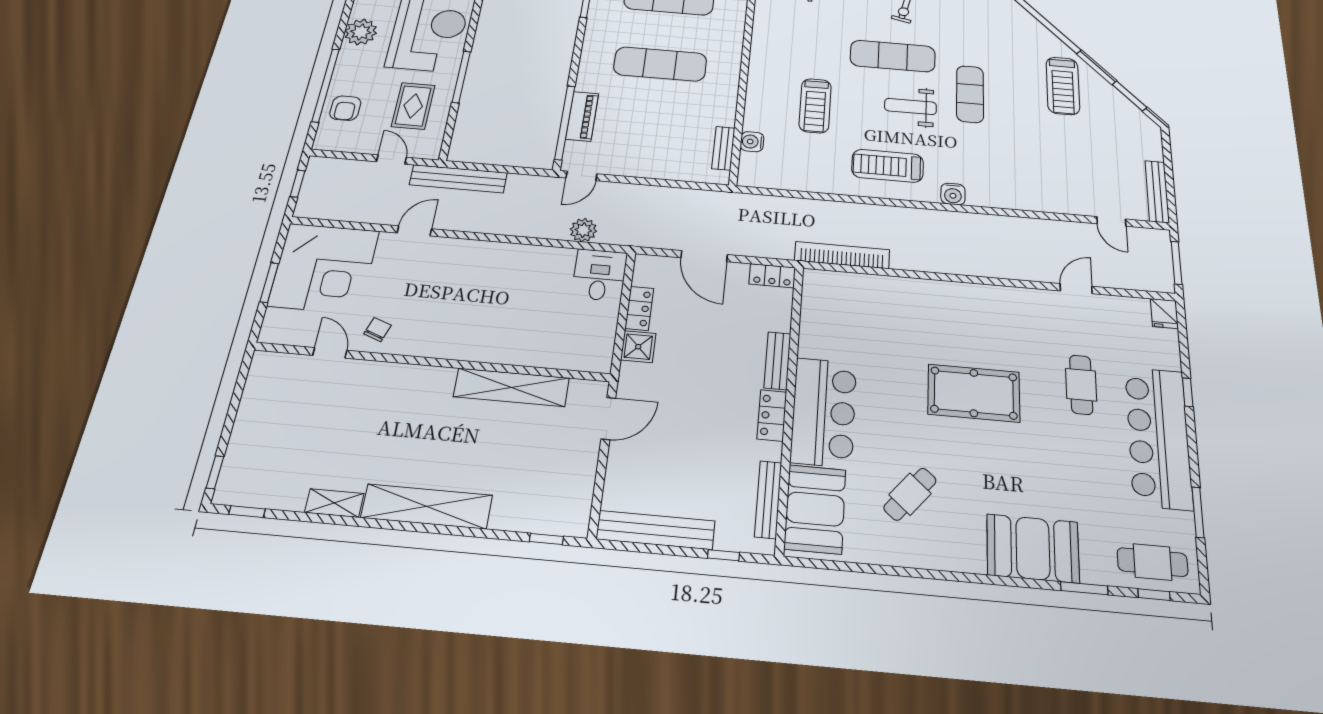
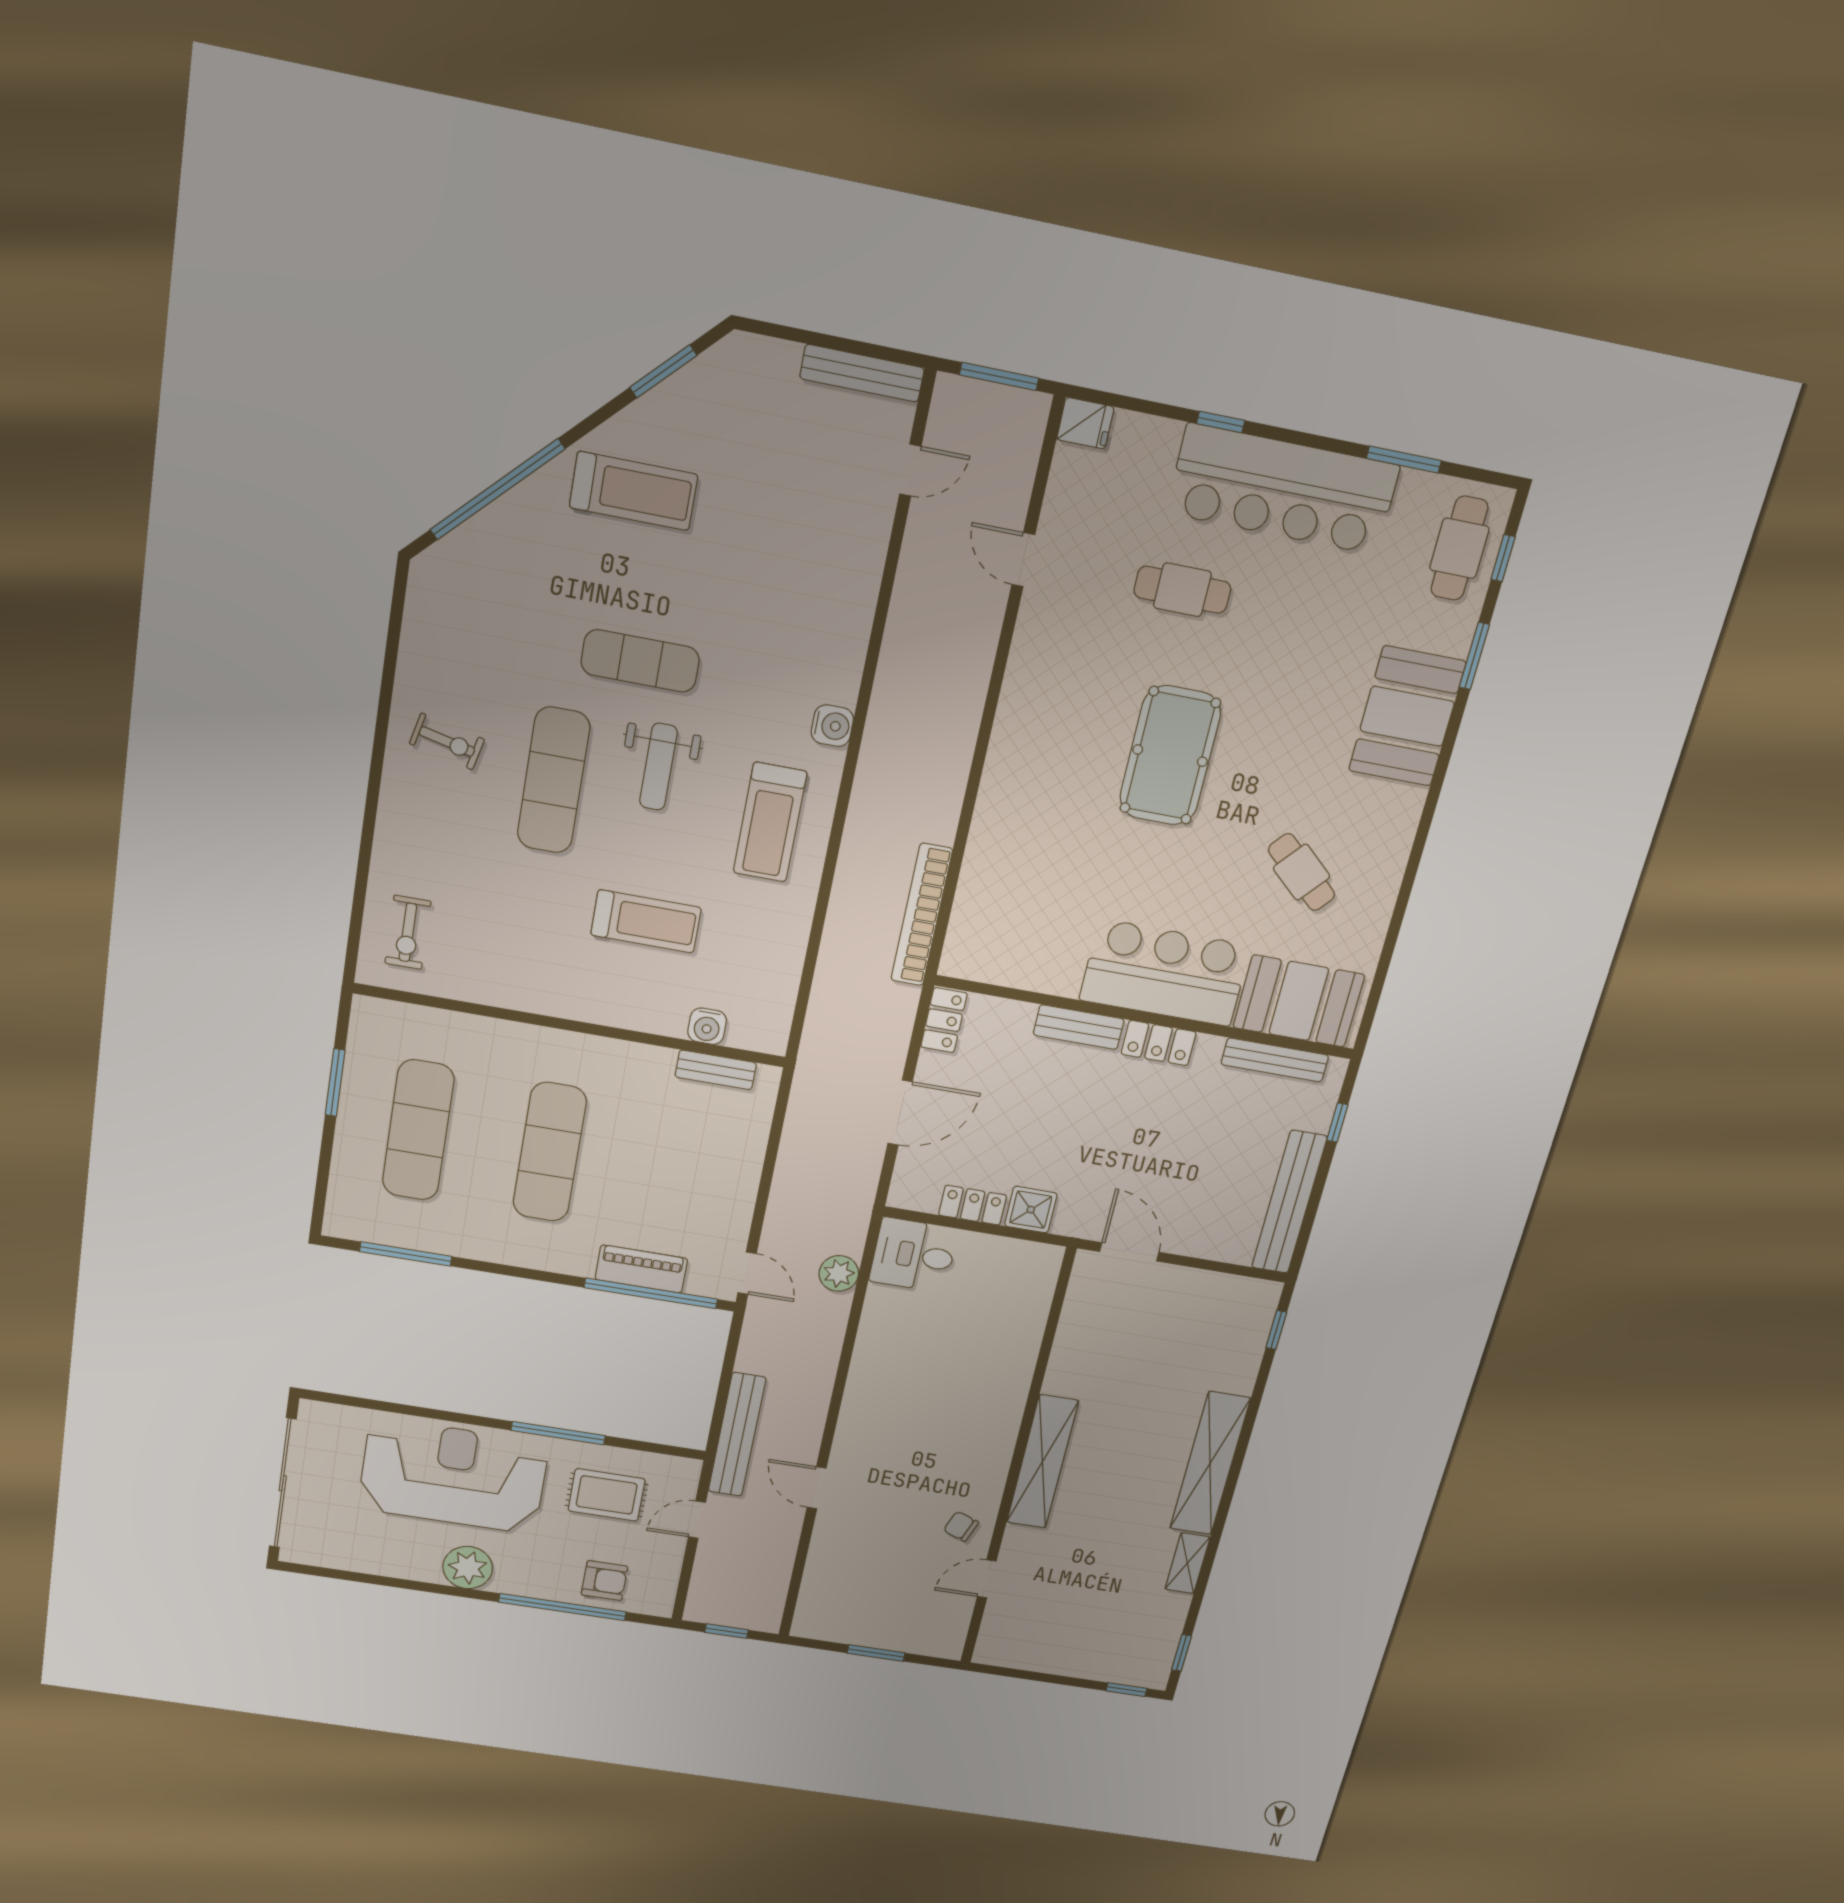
corner desk: (324, 268) -> (862, 1592), removed
shelving: (511, 387) -> (1042, 1462), moved

